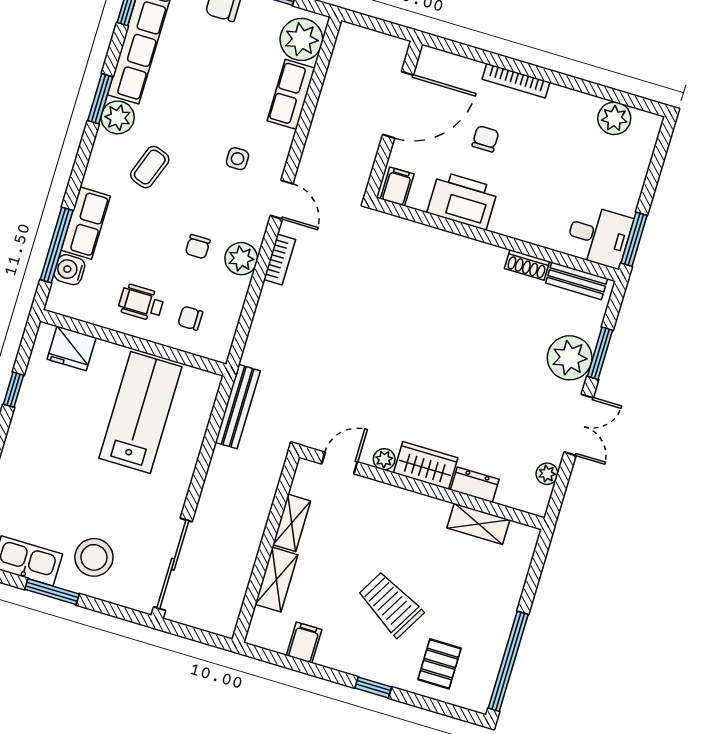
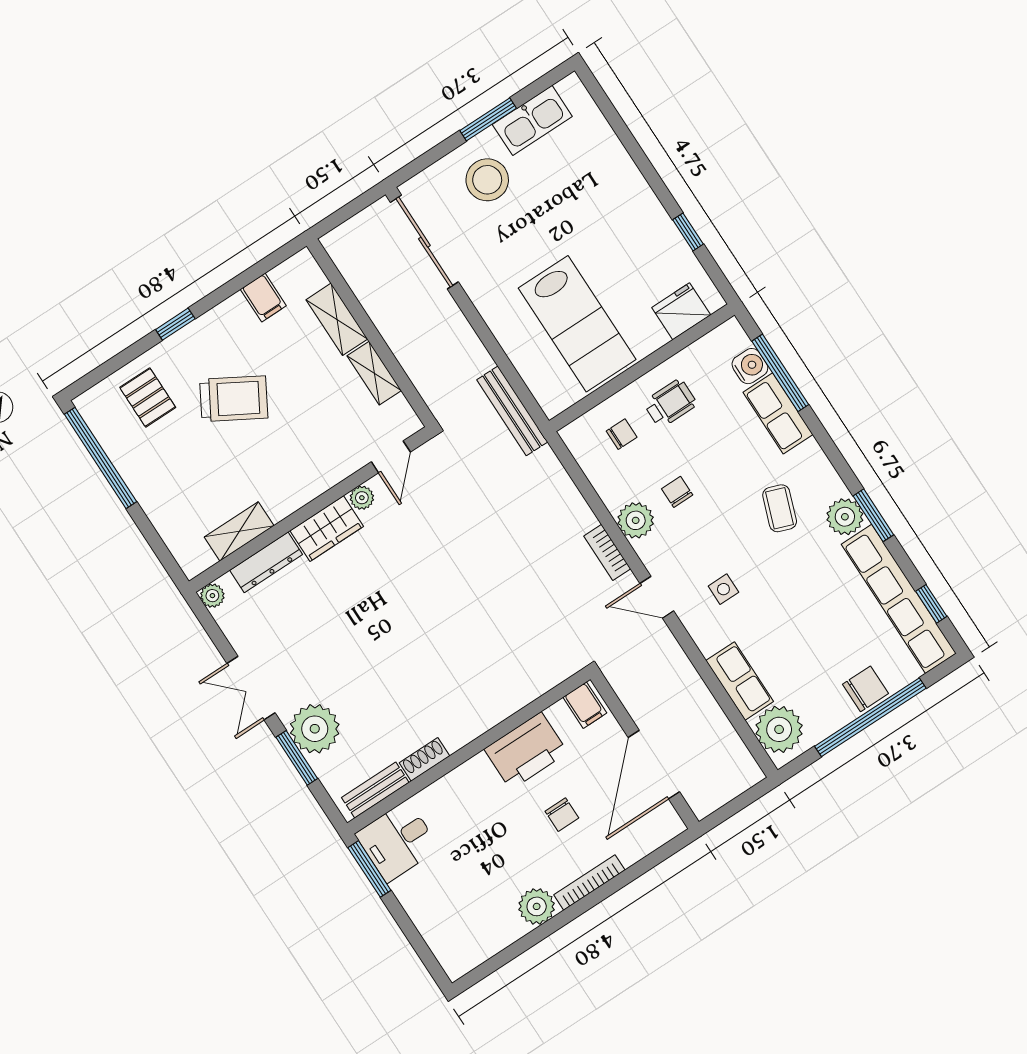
plant: (614, 118) -> (537, 906), moved
plant: (547, 474) -> (212, 596), moved
dresser: (475, 485) -> (266, 562), width x1.44

